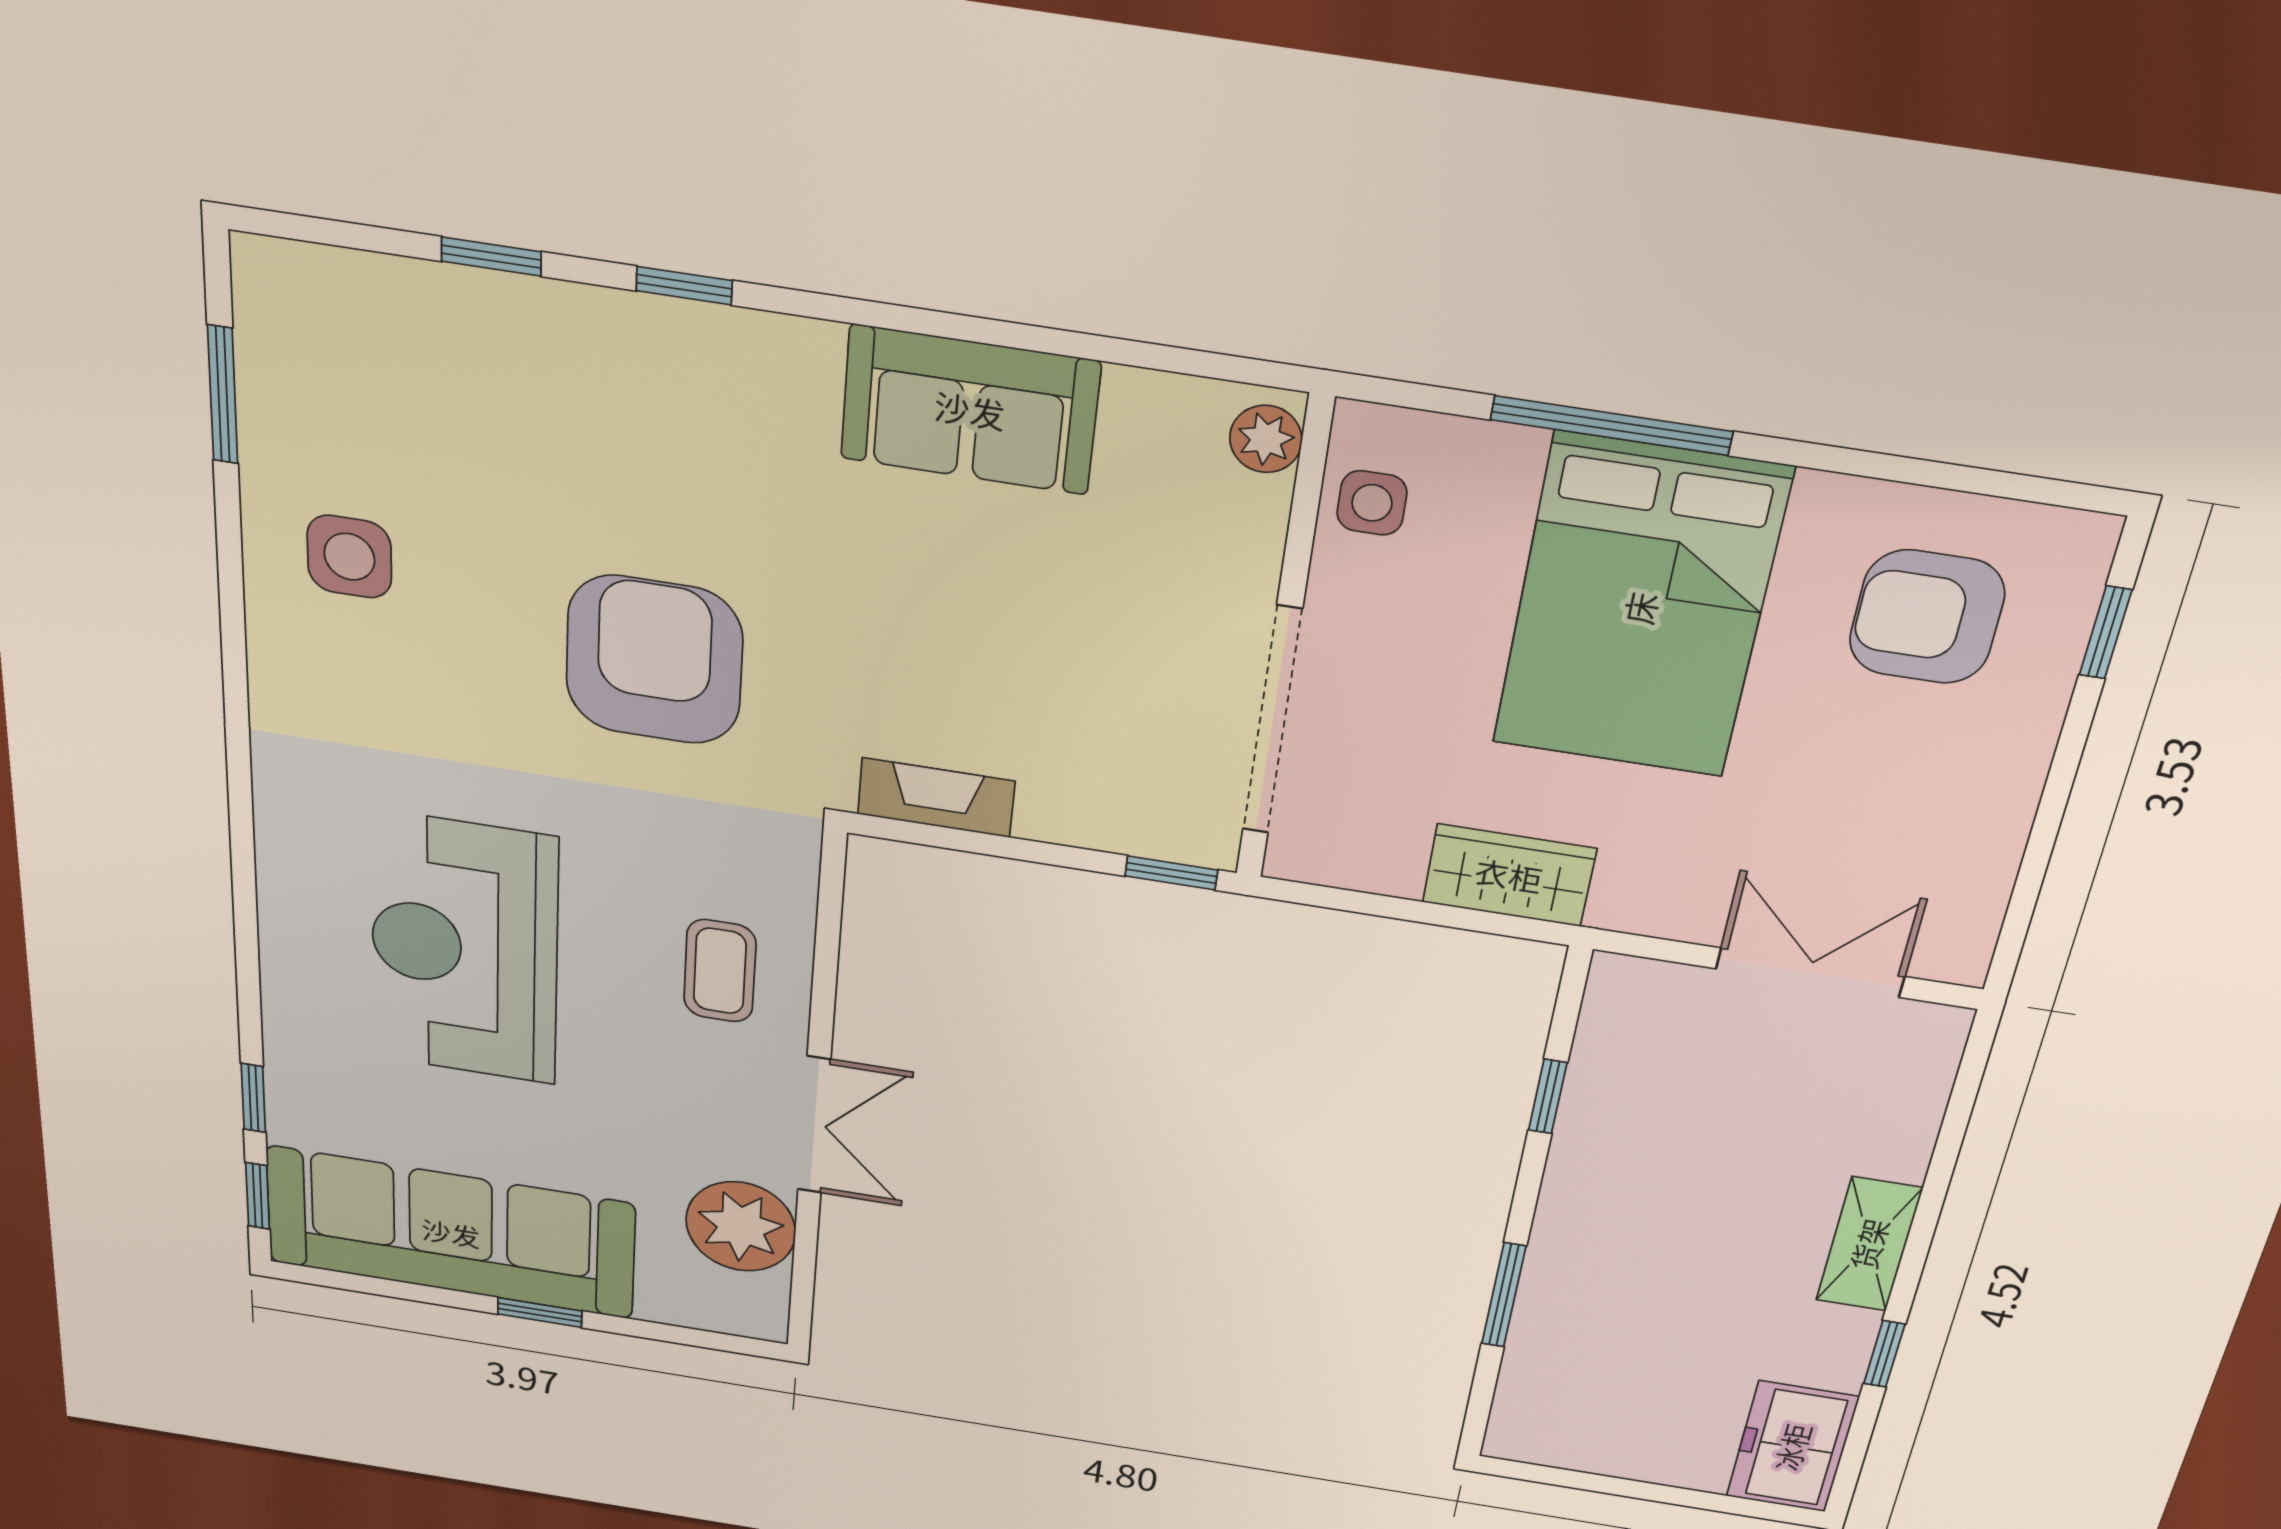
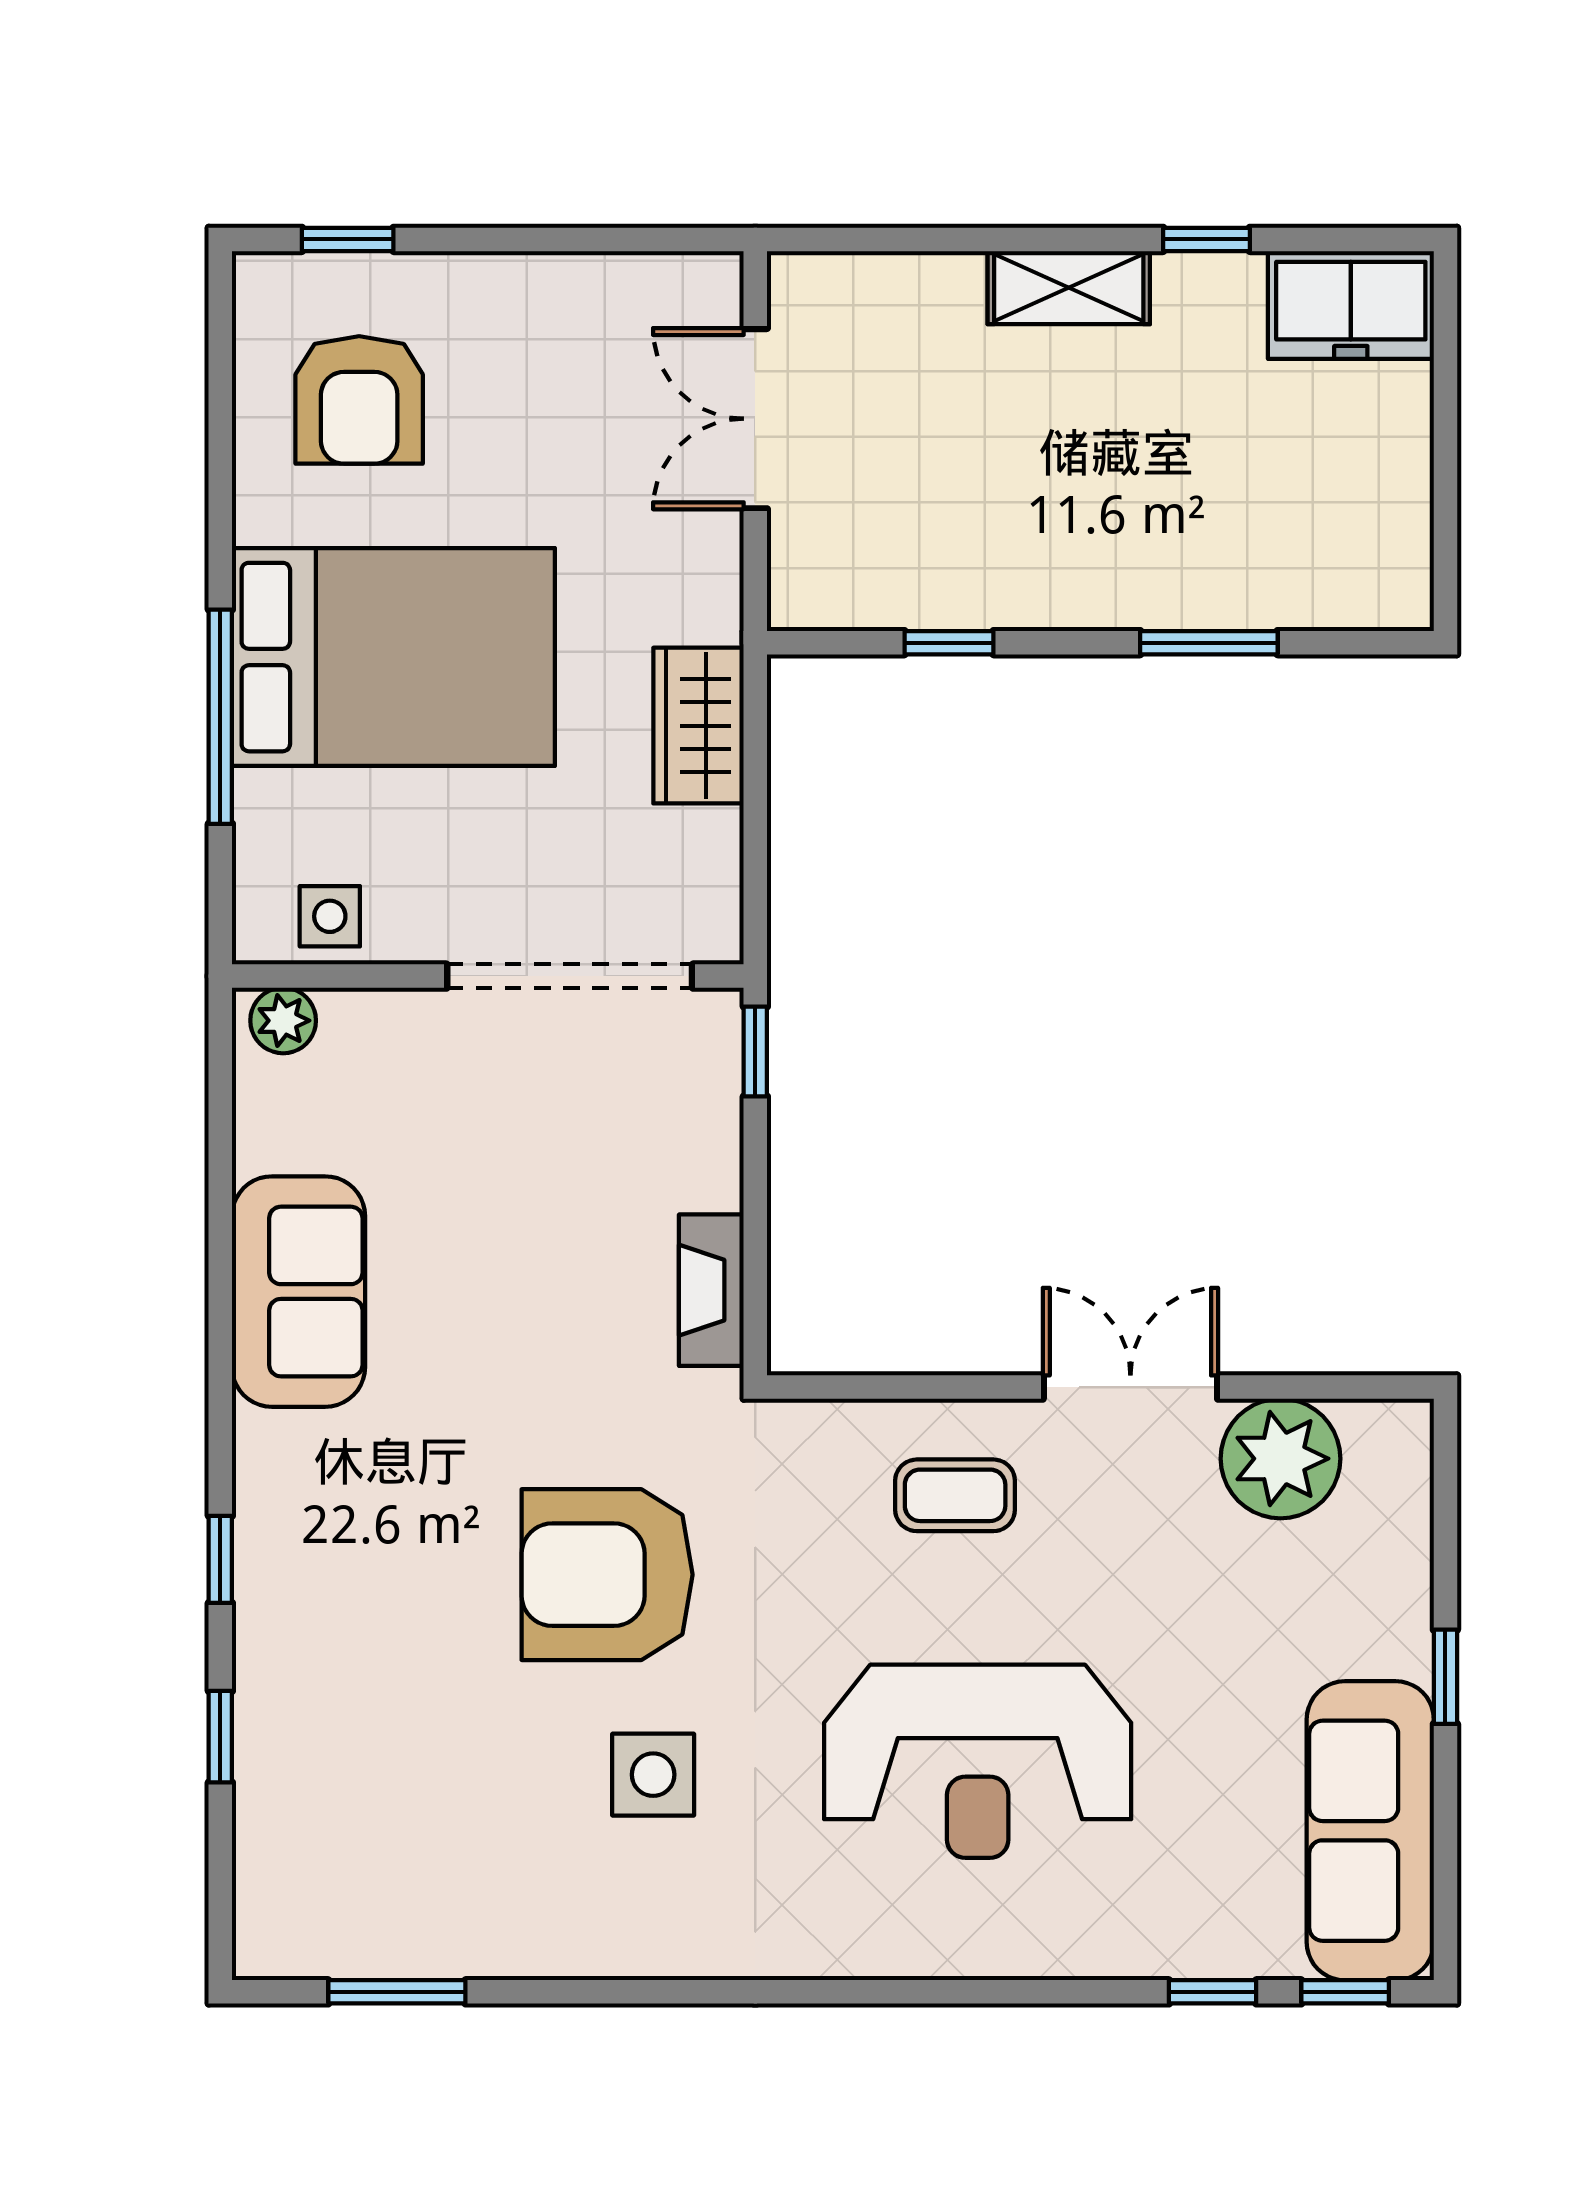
side table: (349, 557) -> (653, 1775), moved
sofa: (451, 1233) -> (1370, 1831), width x0.74, depth x0.79

